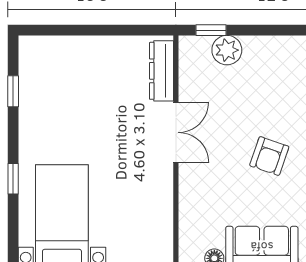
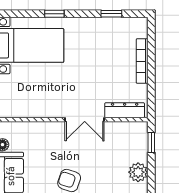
bookcase: (86, 44) -> (142, 61), added
plant: (227, 50) -> (138, 172), moved

